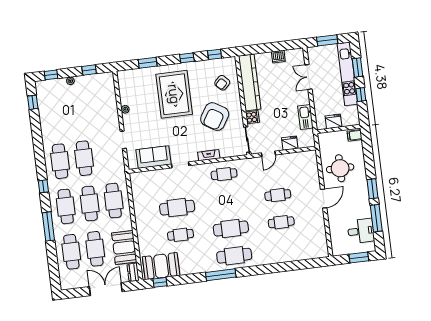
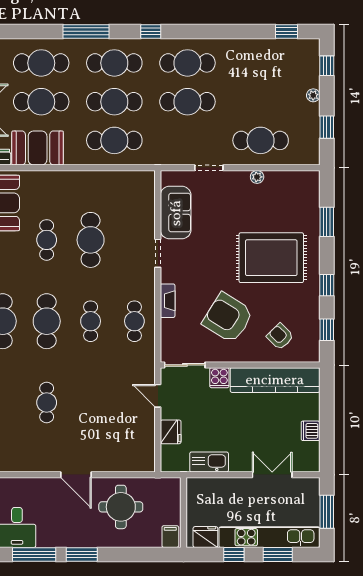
cafe table: (102, 110) -> (261, 140), added
fridge: (333, 121) -> (205, 537), moved, turned -90
cafe table: (278, 195) -> (91, 321), moved

